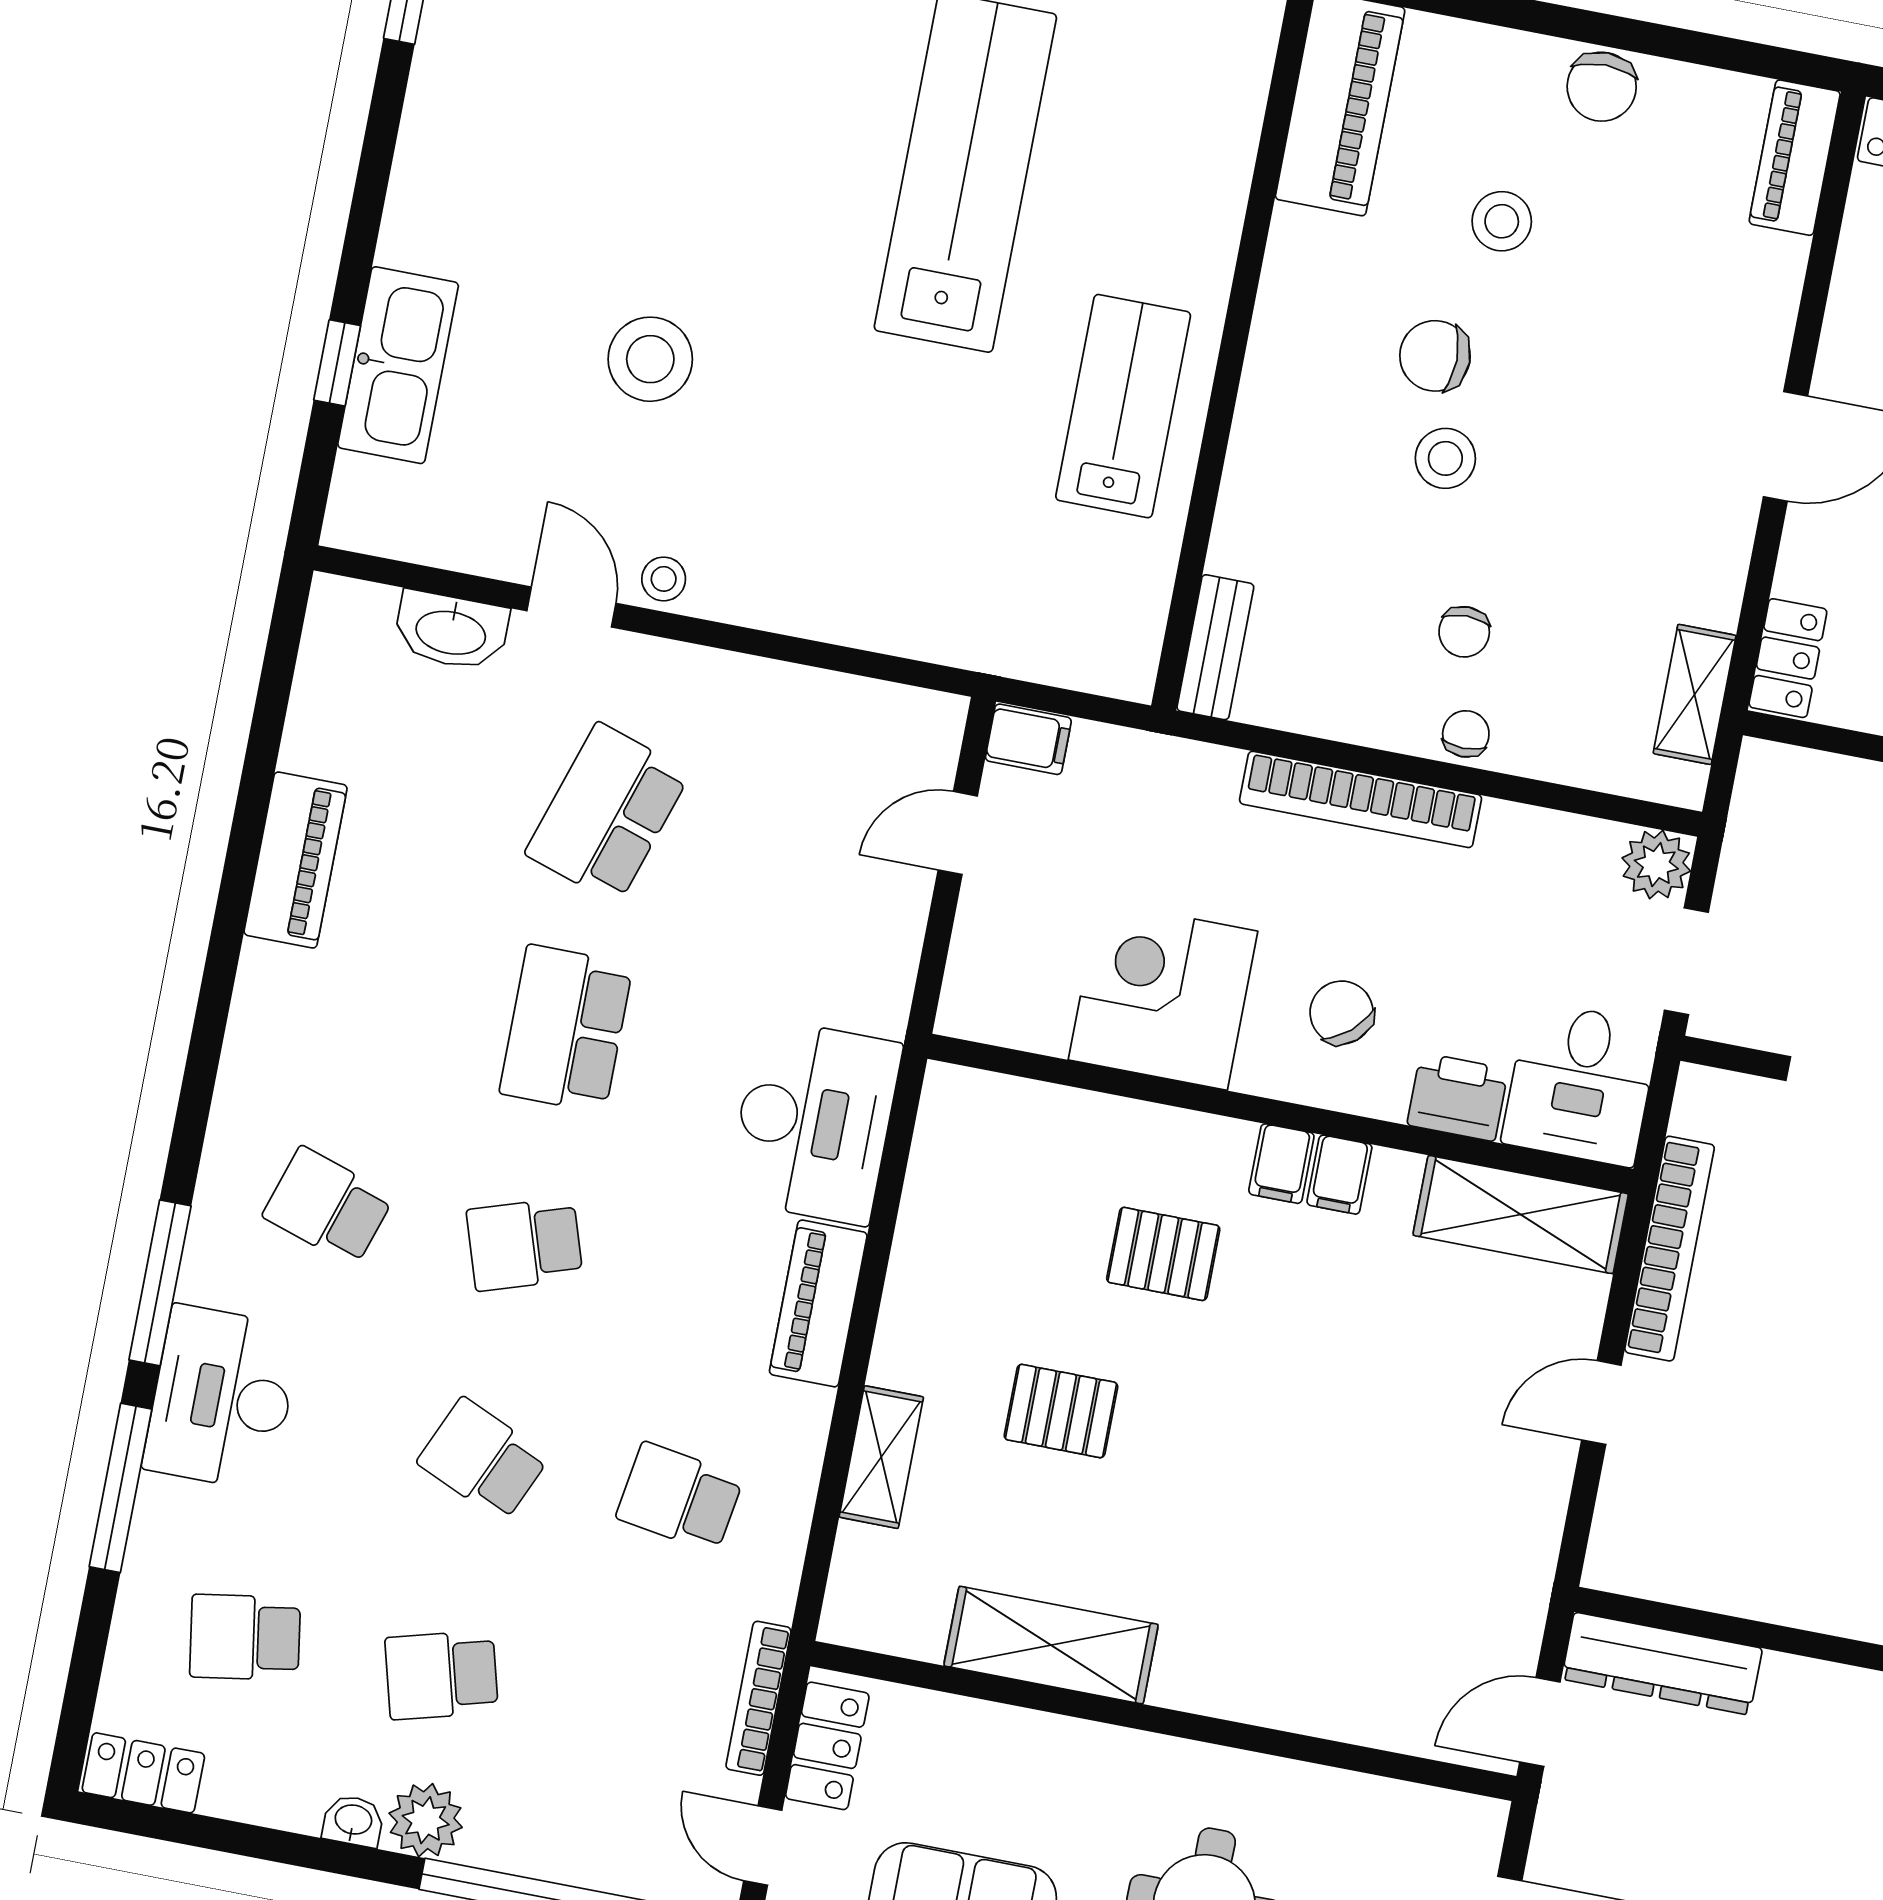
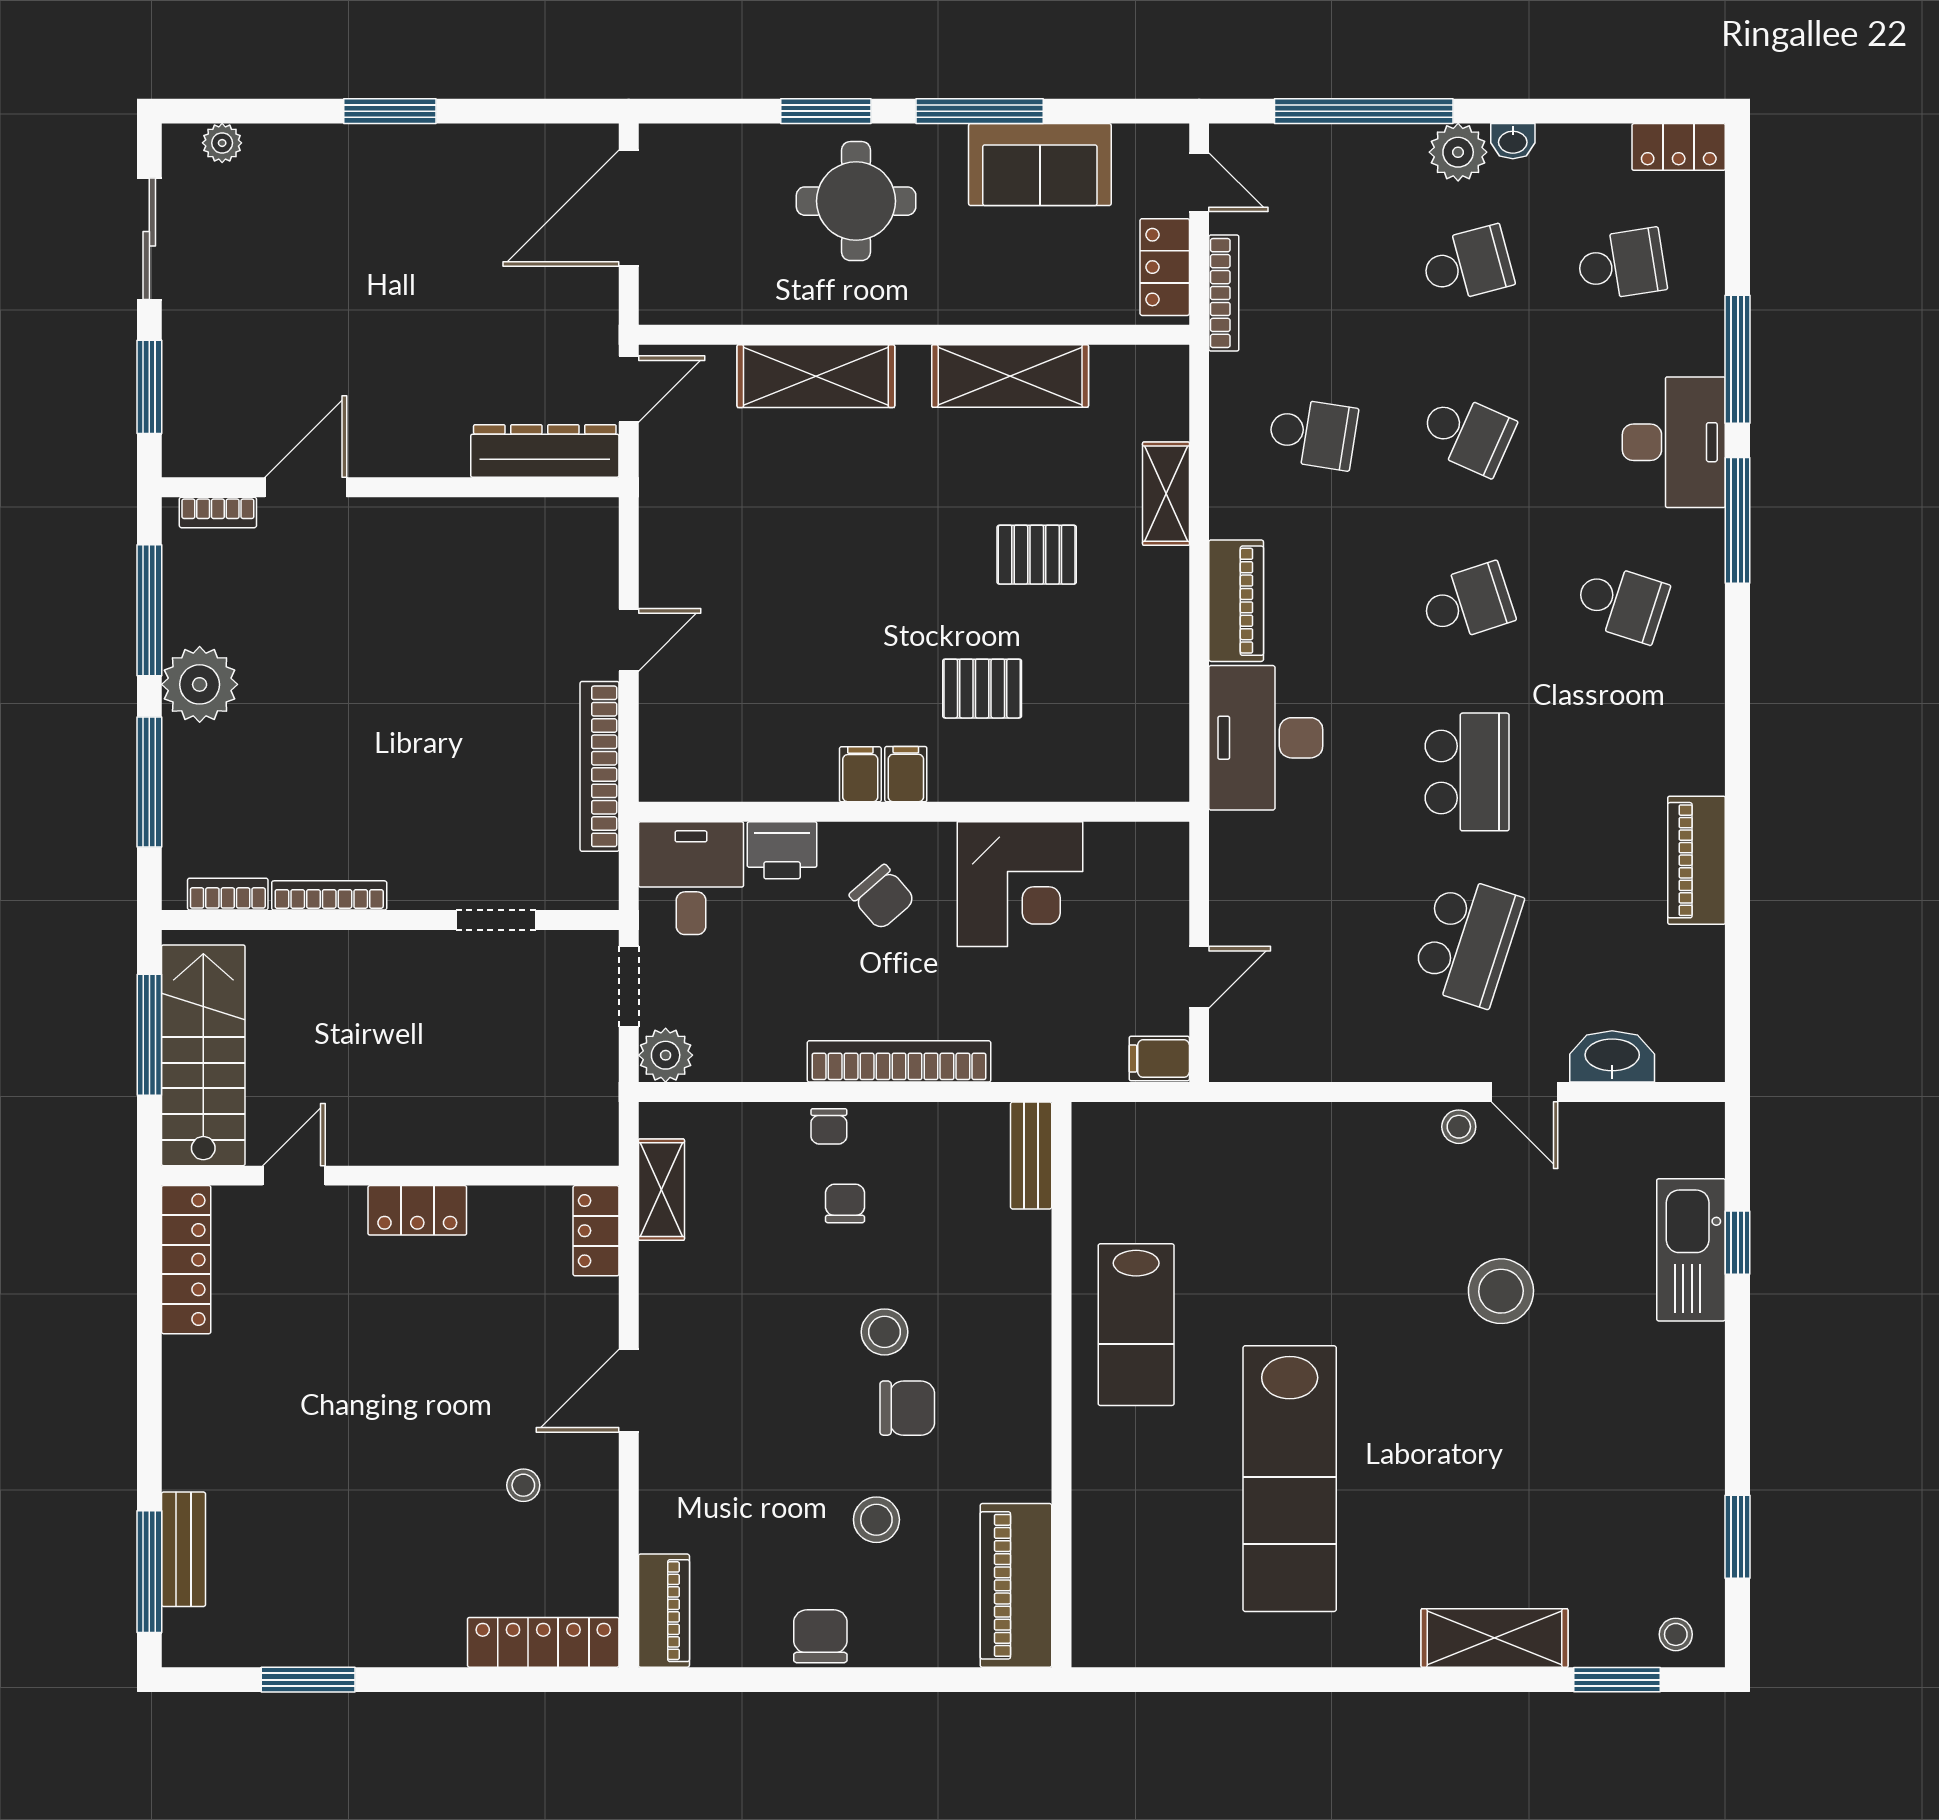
shelving: (1521, 1215) -> (816, 376), moved

